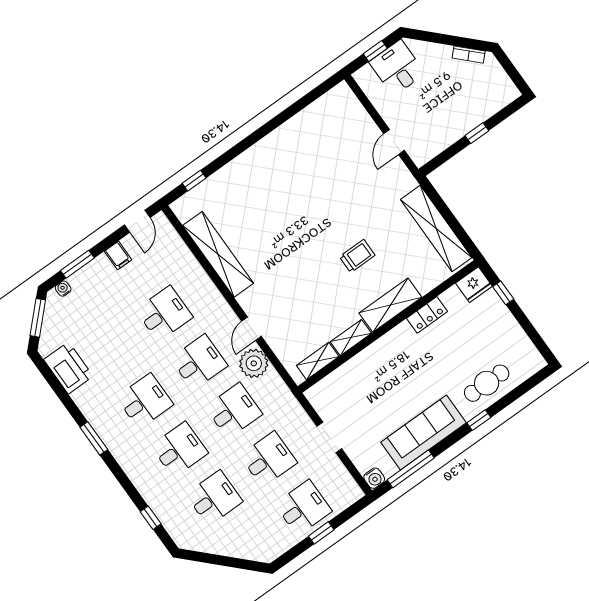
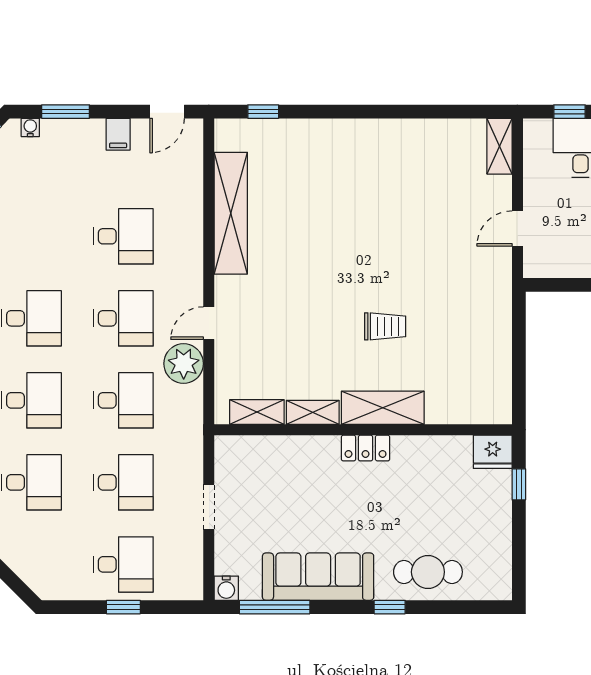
shelving: (436, 229) -> (499, 146), moved, width x0.45, depth x0.75
locker: (427, 315) -> (366, 448), moved

